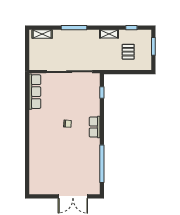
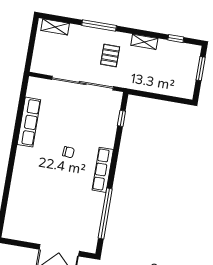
pallet: (128, 52) -> (110, 55), moved
row of seats: (35, 92) -> (29, 122), moved
row of seats: (95, 127) -> (103, 170), width x1.48

